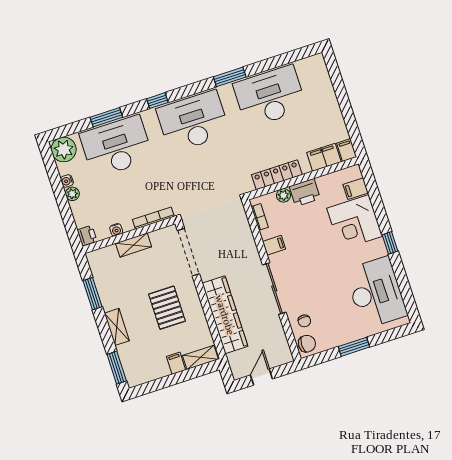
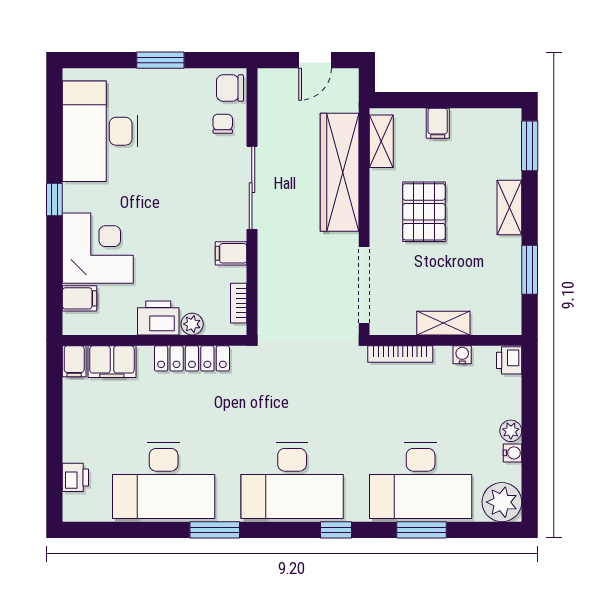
printer: (323, 81) -> (75, 477), added
shelving: (200, 357) -> (381, 141), moved, turned 90

